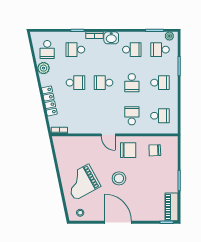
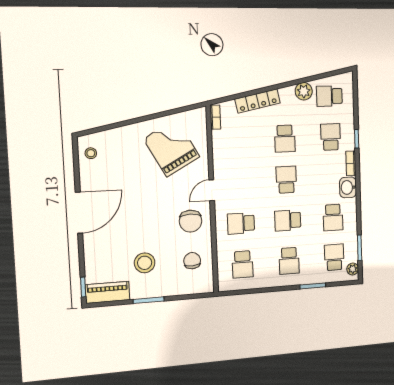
school desk: (132, 116) -> (241, 223), turned 180
stool: (119, 178) -> (145, 263), moved
grand piano: (82, 182) -> (172, 148), moved

